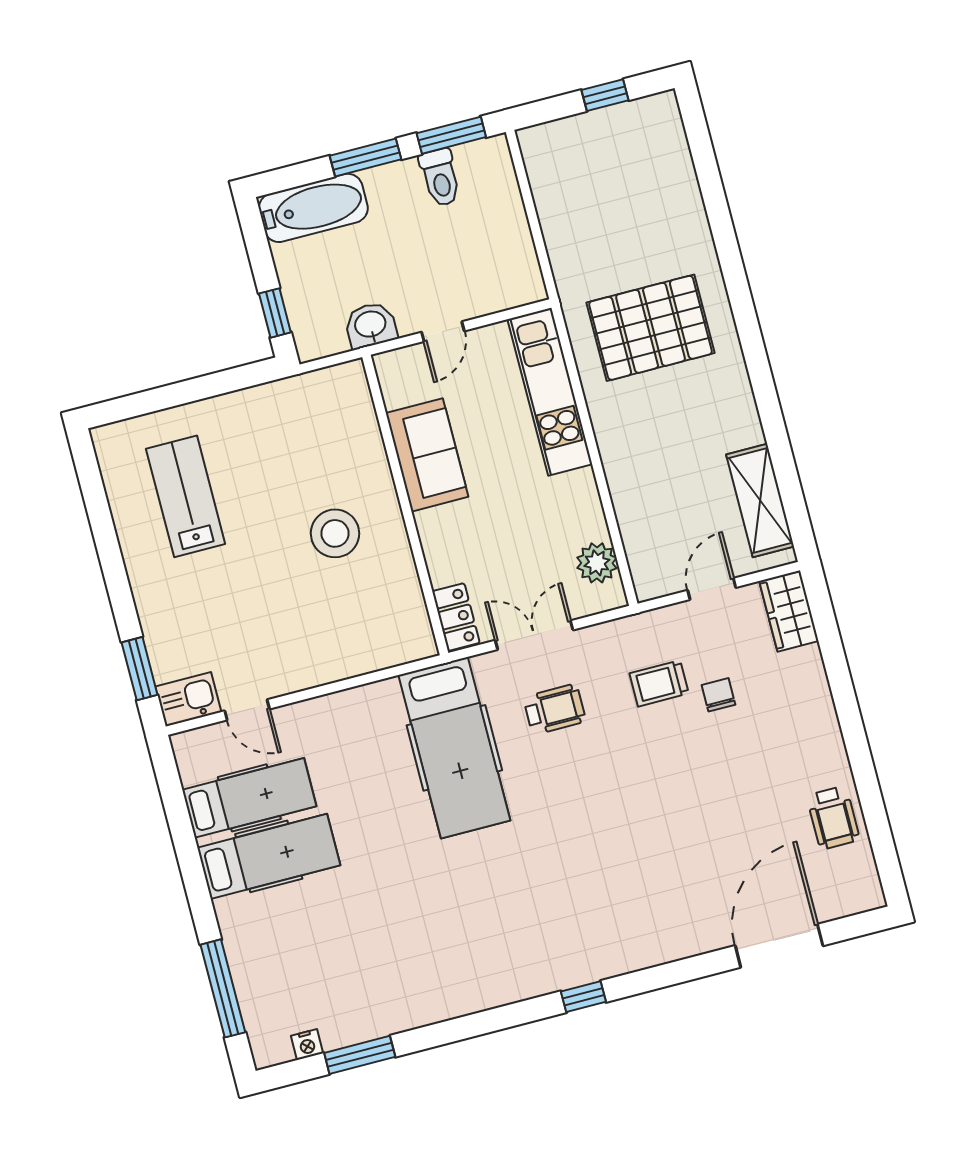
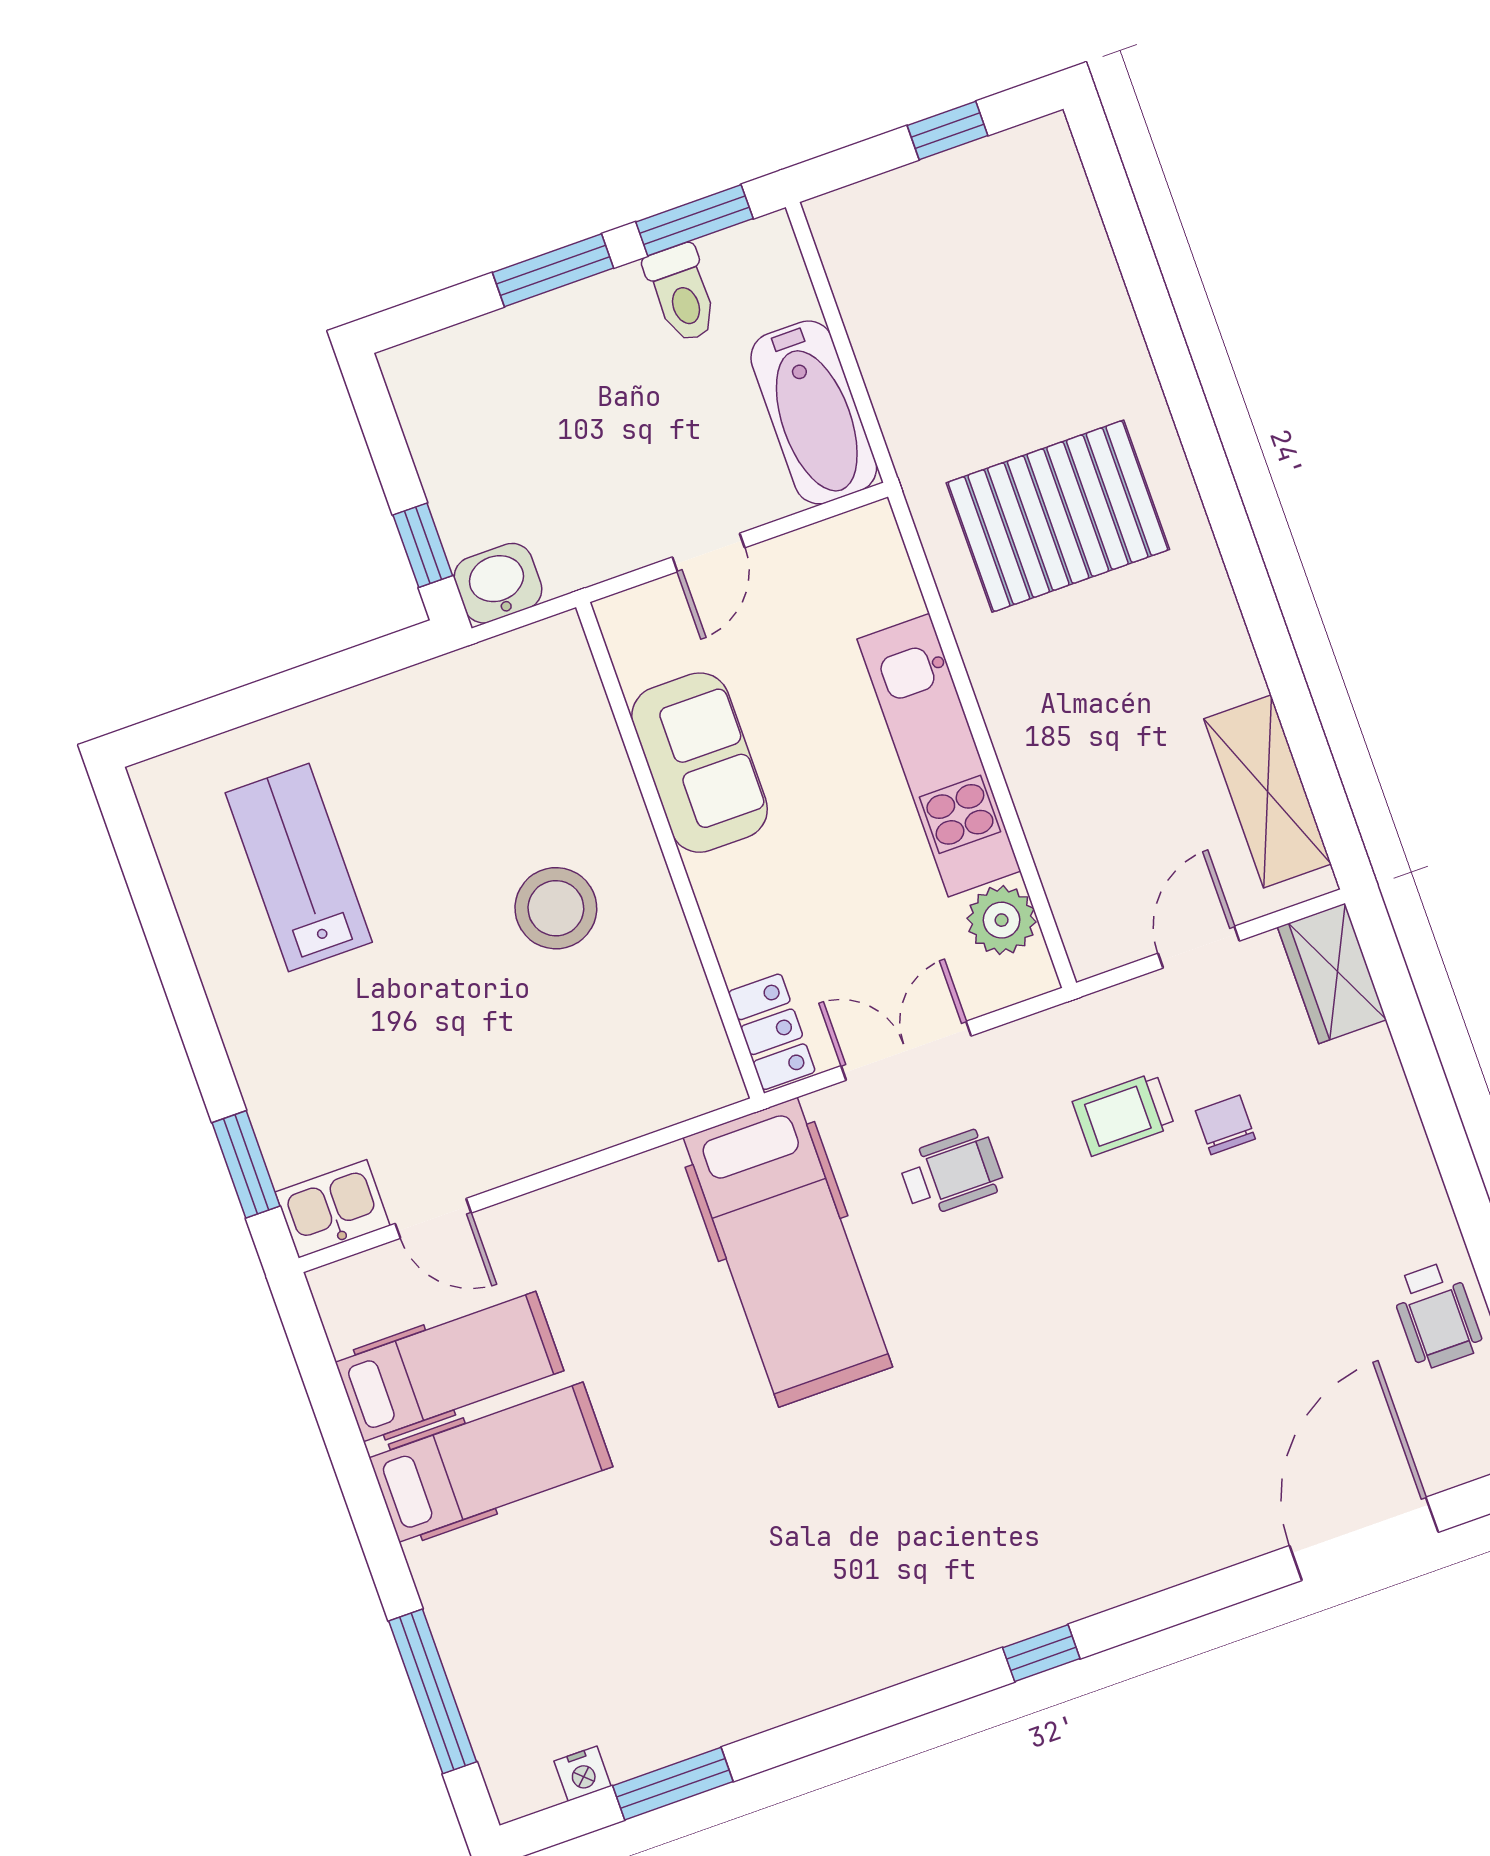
bathtub: (313, 208) -> (814, 412), moved, turned 90
washbasin: (371, 325) -> (498, 583), moved
kitchen unit: (550, 392) -> (939, 755), moved

